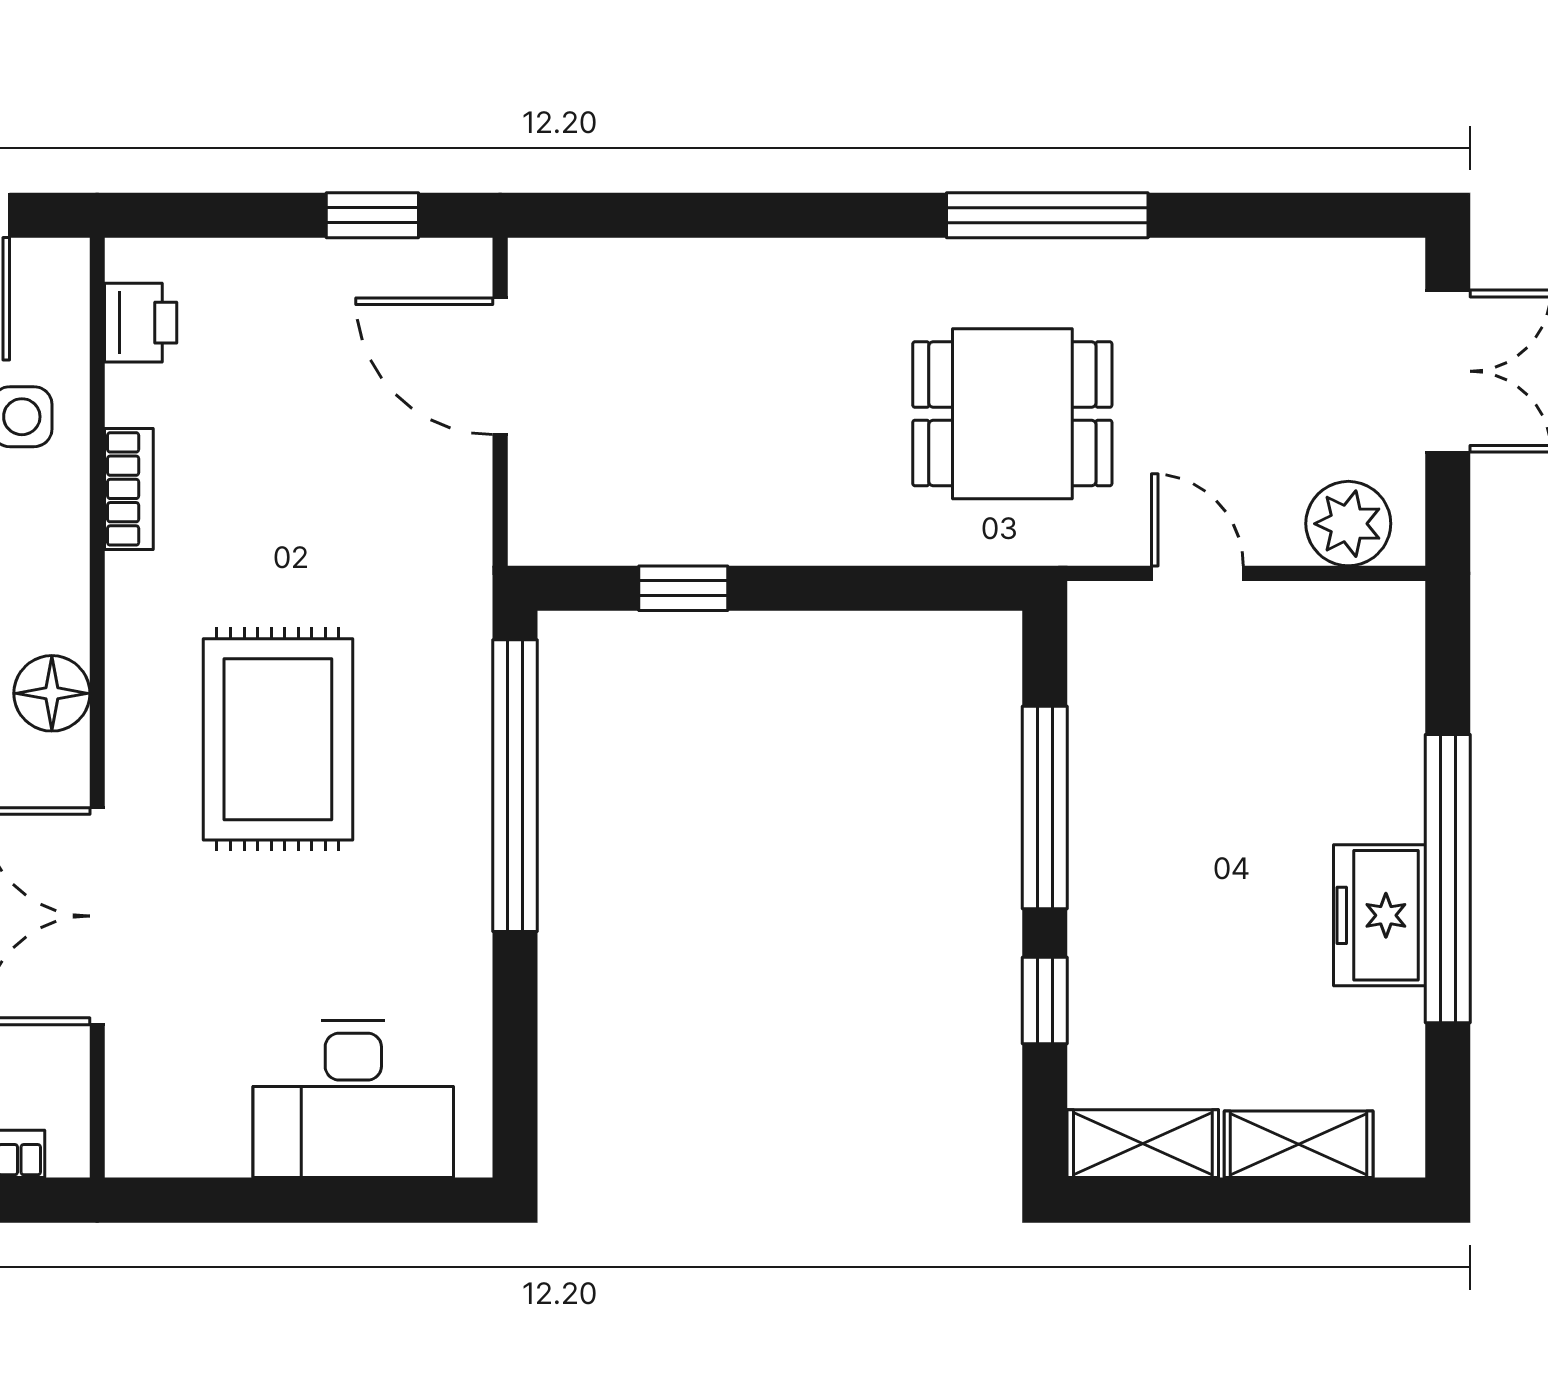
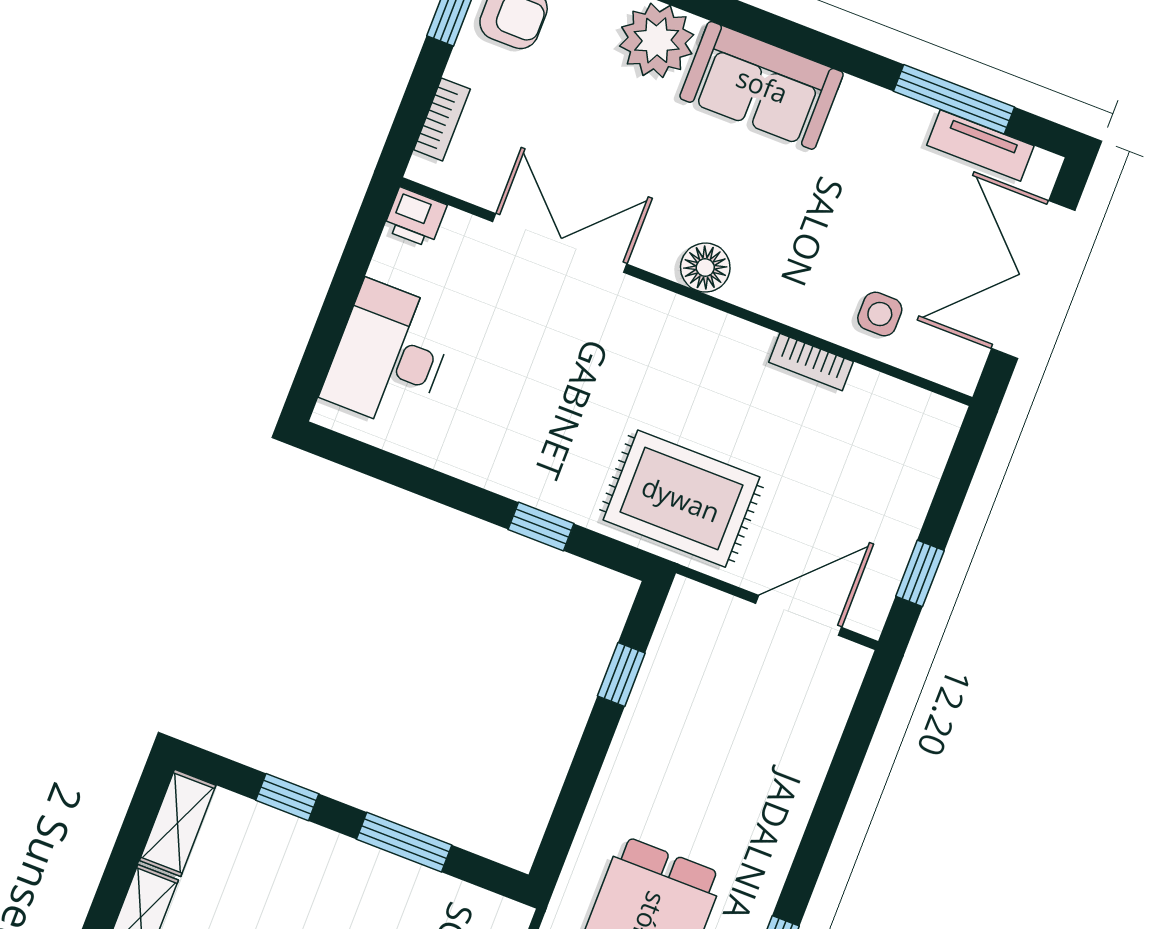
printer: (141, 323) -> (415, 217), moved
rug: (278, 739) -> (681, 499), moved
window: (515, 786) -> (541, 526), width x0.32
window: (1045, 808) -> (404, 842), width x0.69

